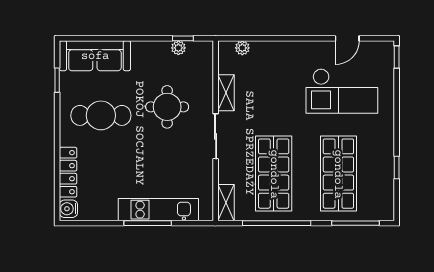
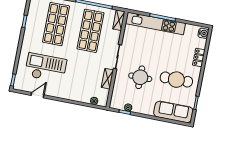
locker: (68, 172) -> (199, 58), width x0.66
kitchen unit: (158, 210) -> (156, 23), width x1.36

